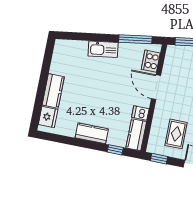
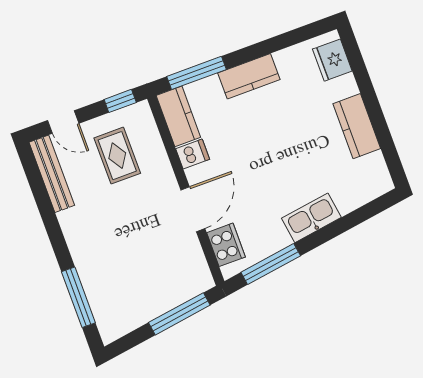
door: (156, 87) -> (193, 209), hinge flipped
kitchen counter: (53, 91) -> (357, 126), moved
window: (115, 150) -> (197, 73), width x2.17

